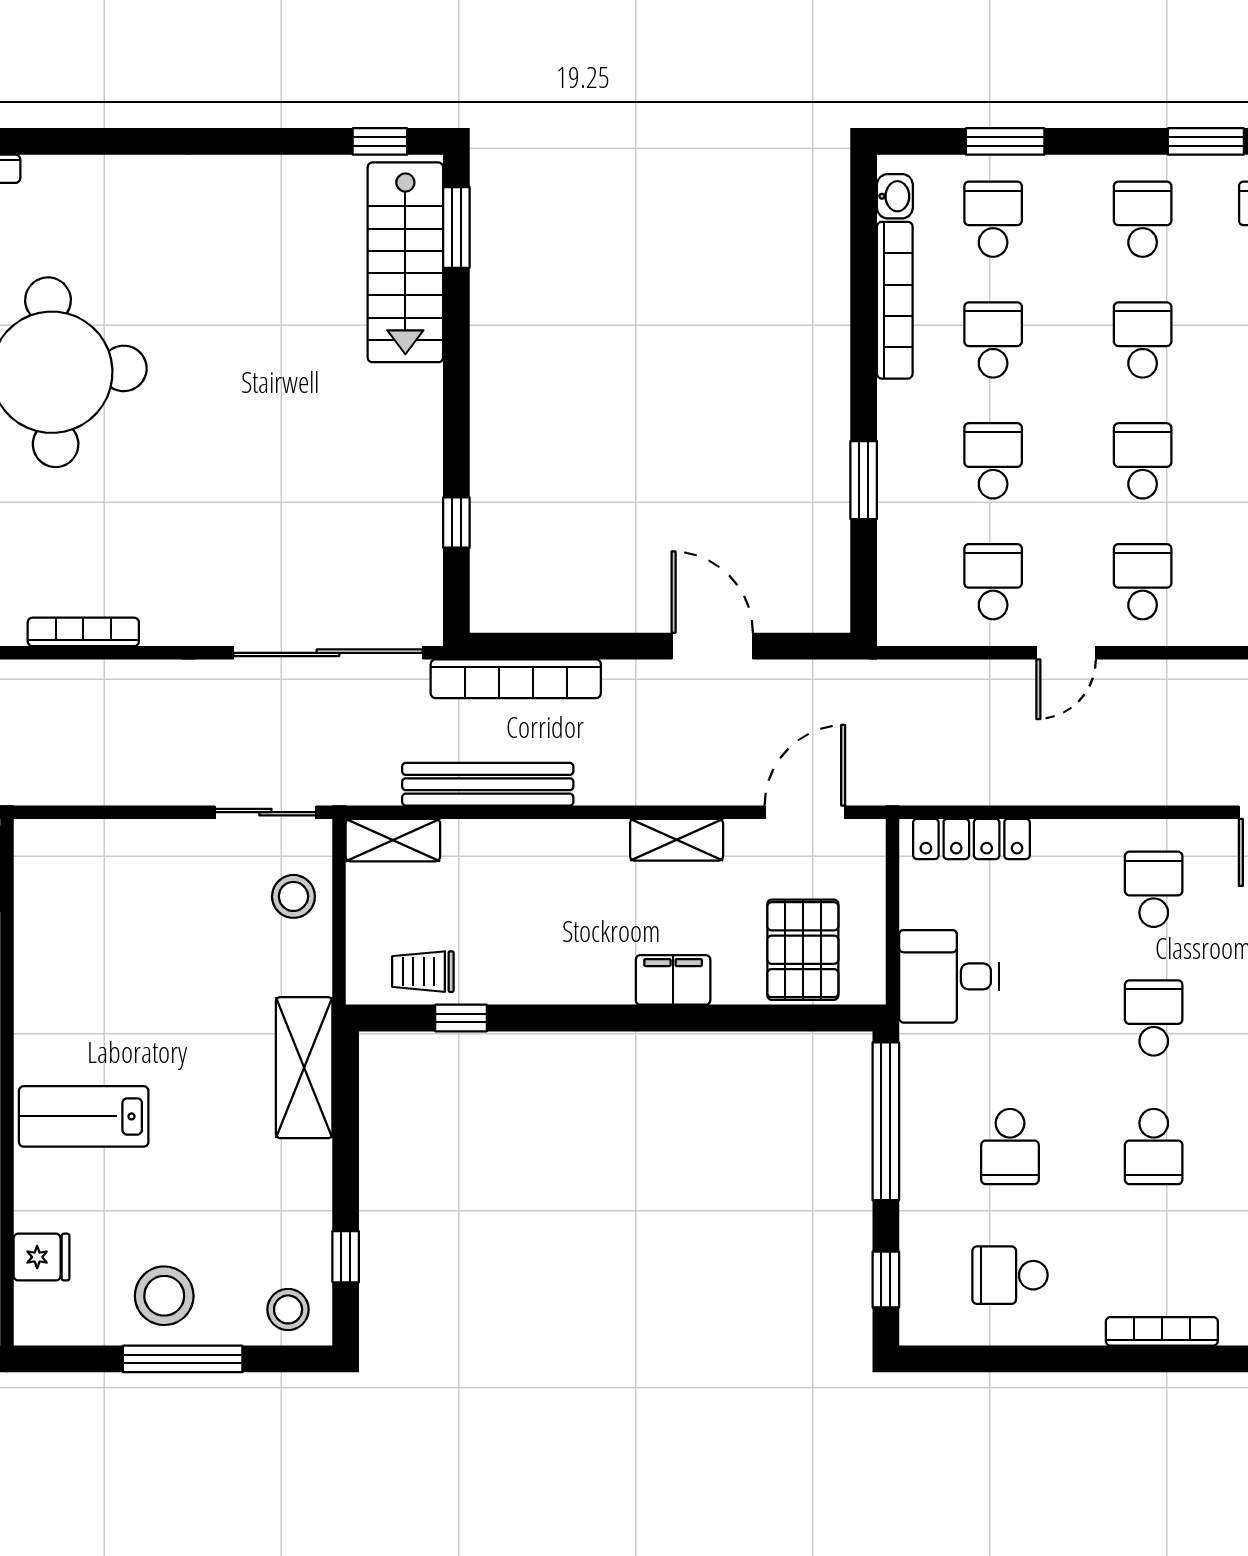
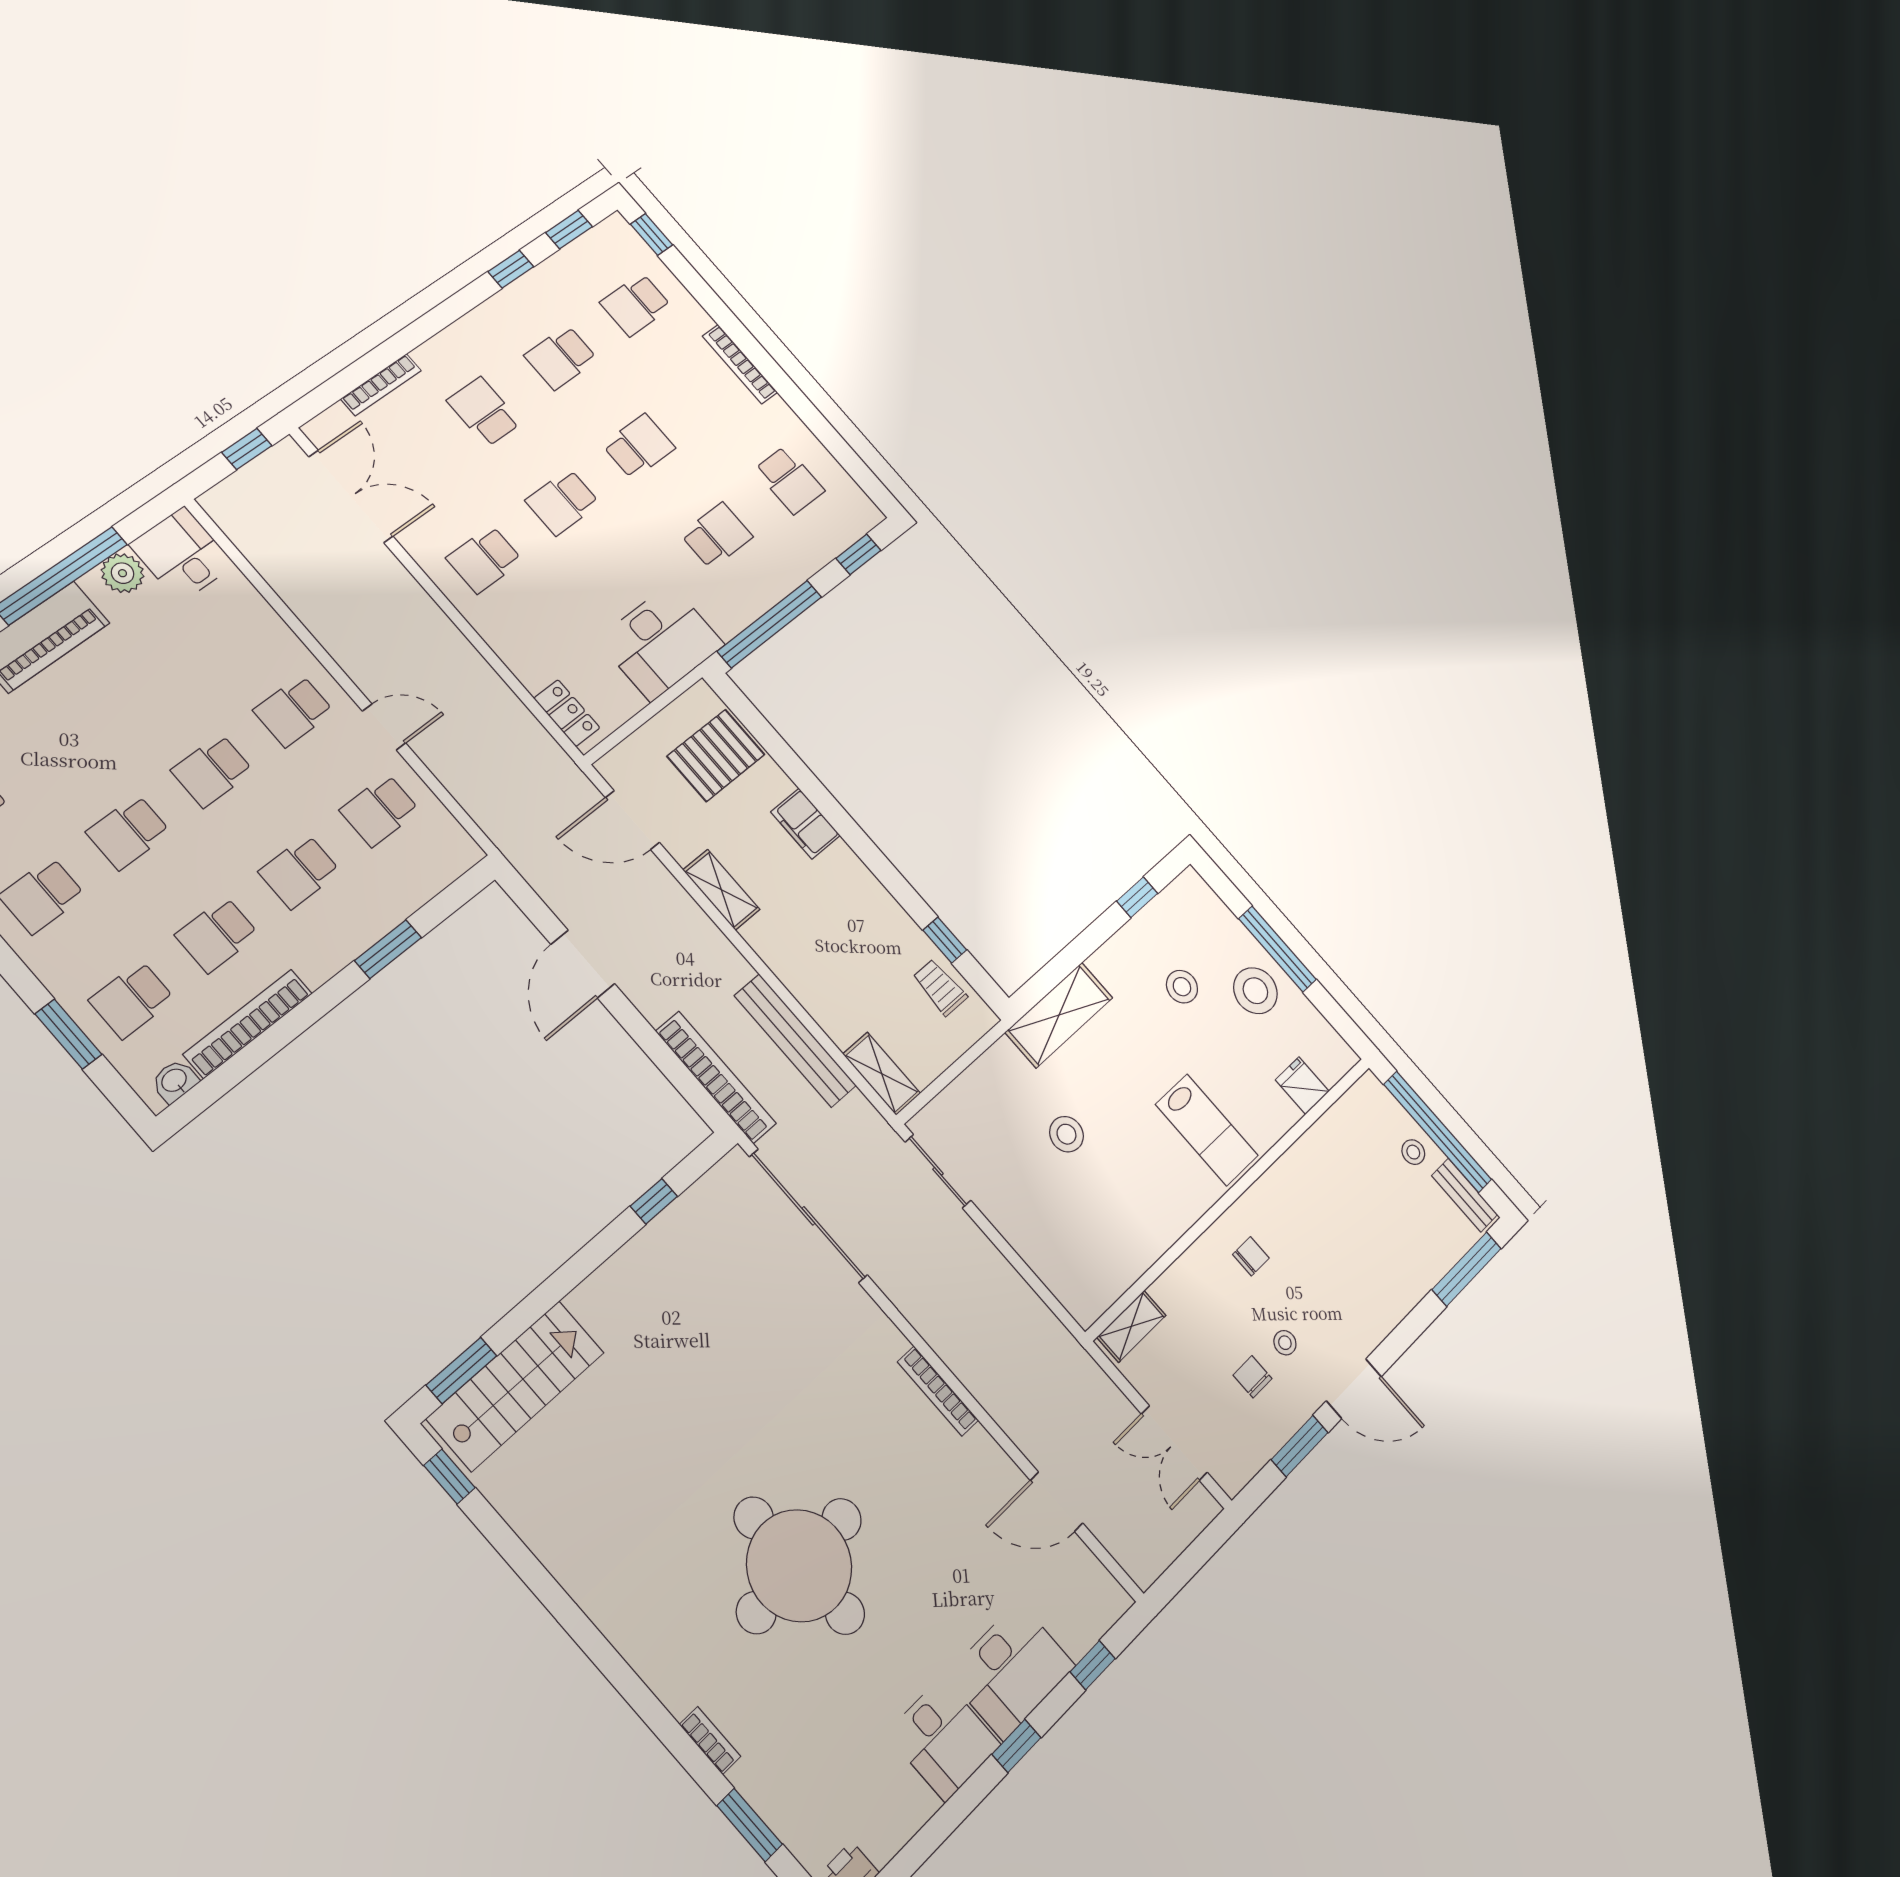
locker: (971, 839) -> (567, 713), width x0.66
stool: (293, 896) -> (1066, 1134), moved
trolley: (423, 972) -> (940, 987), turned 180
desk: (949, 976) -> (661, 642), width x1.37
stool: (288, 1309) -> (1182, 987), moved

